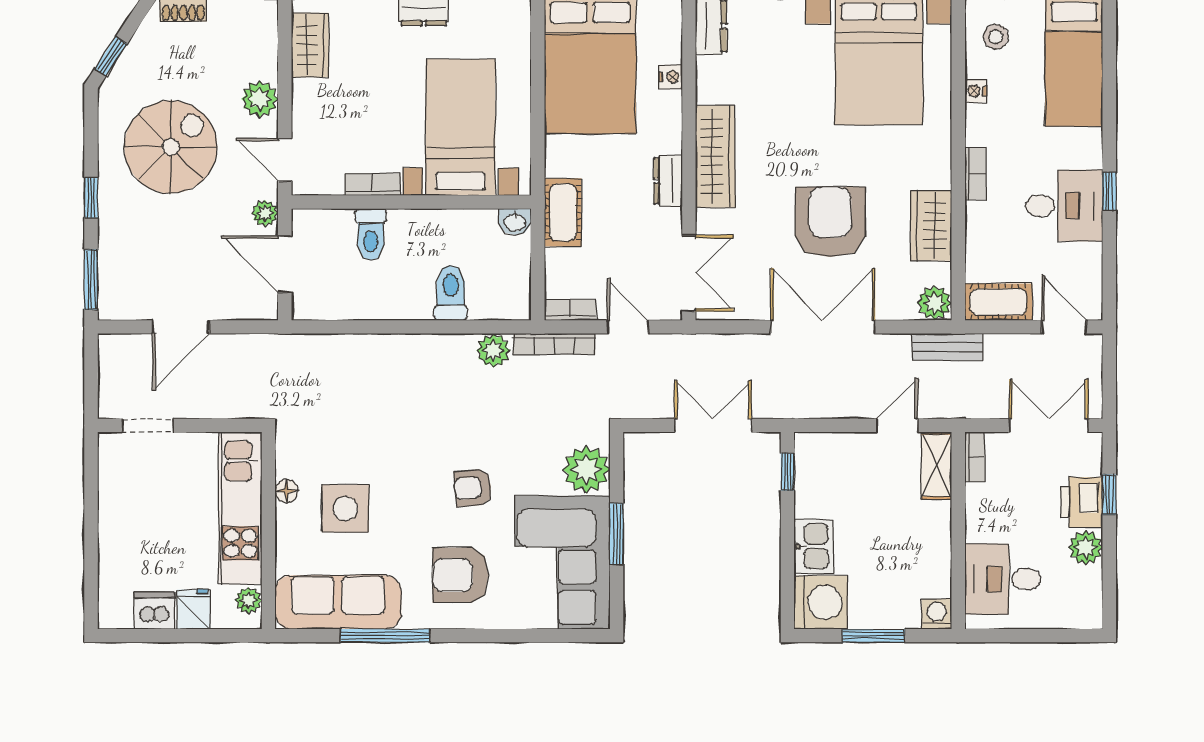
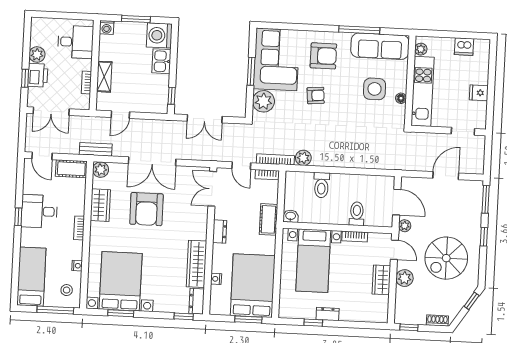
wardrobe: (310, 45) -> (381, 280), moved
wardrobe: (715, 157) -> (196, 264), moved
bookcase: (975, 457) -> (86, 83), moved
shelving: (937, 466) -> (104, 77), moved
fridge: (194, 609) -> (479, 93), moved, turned 90

